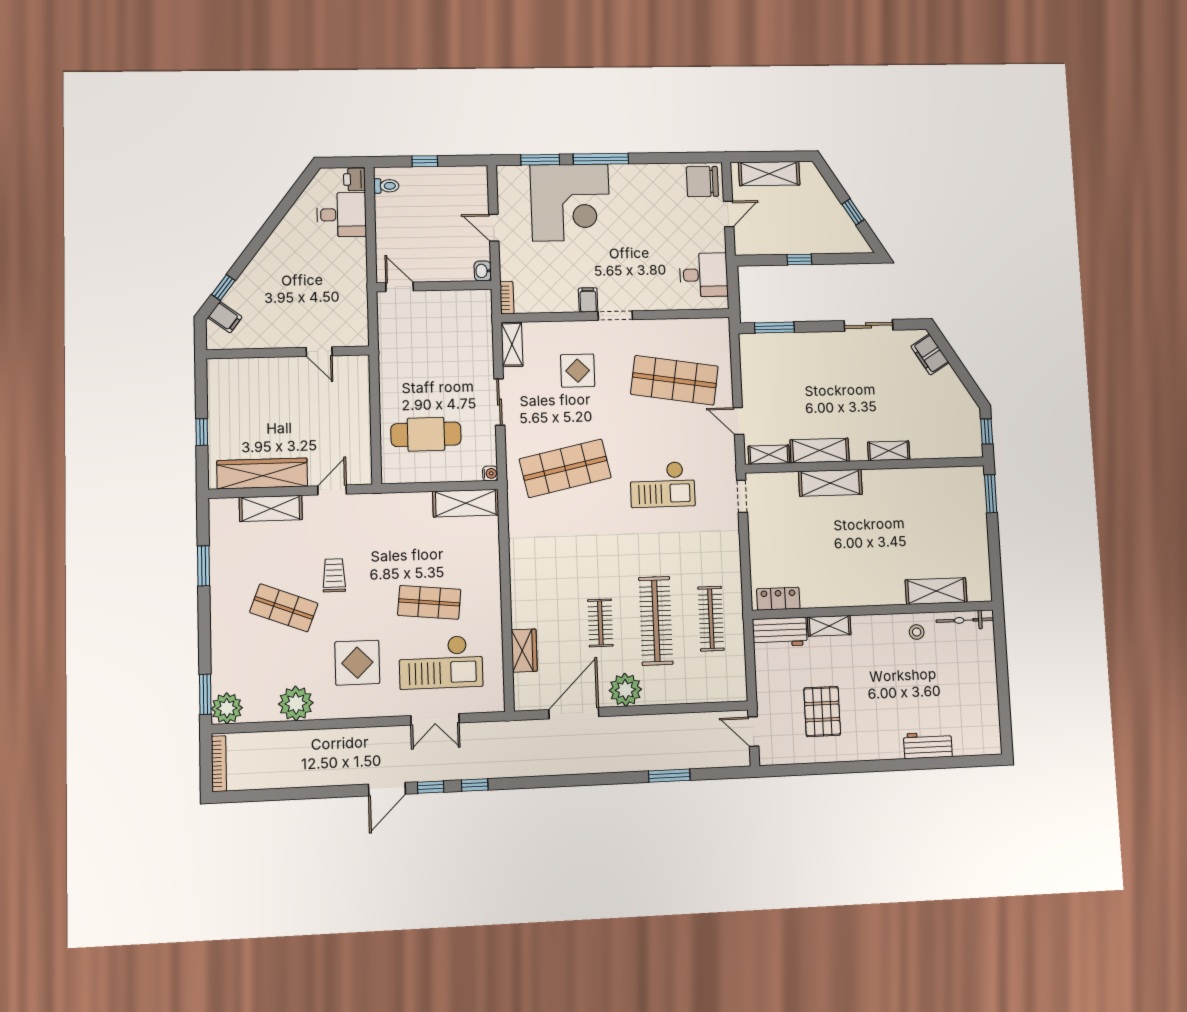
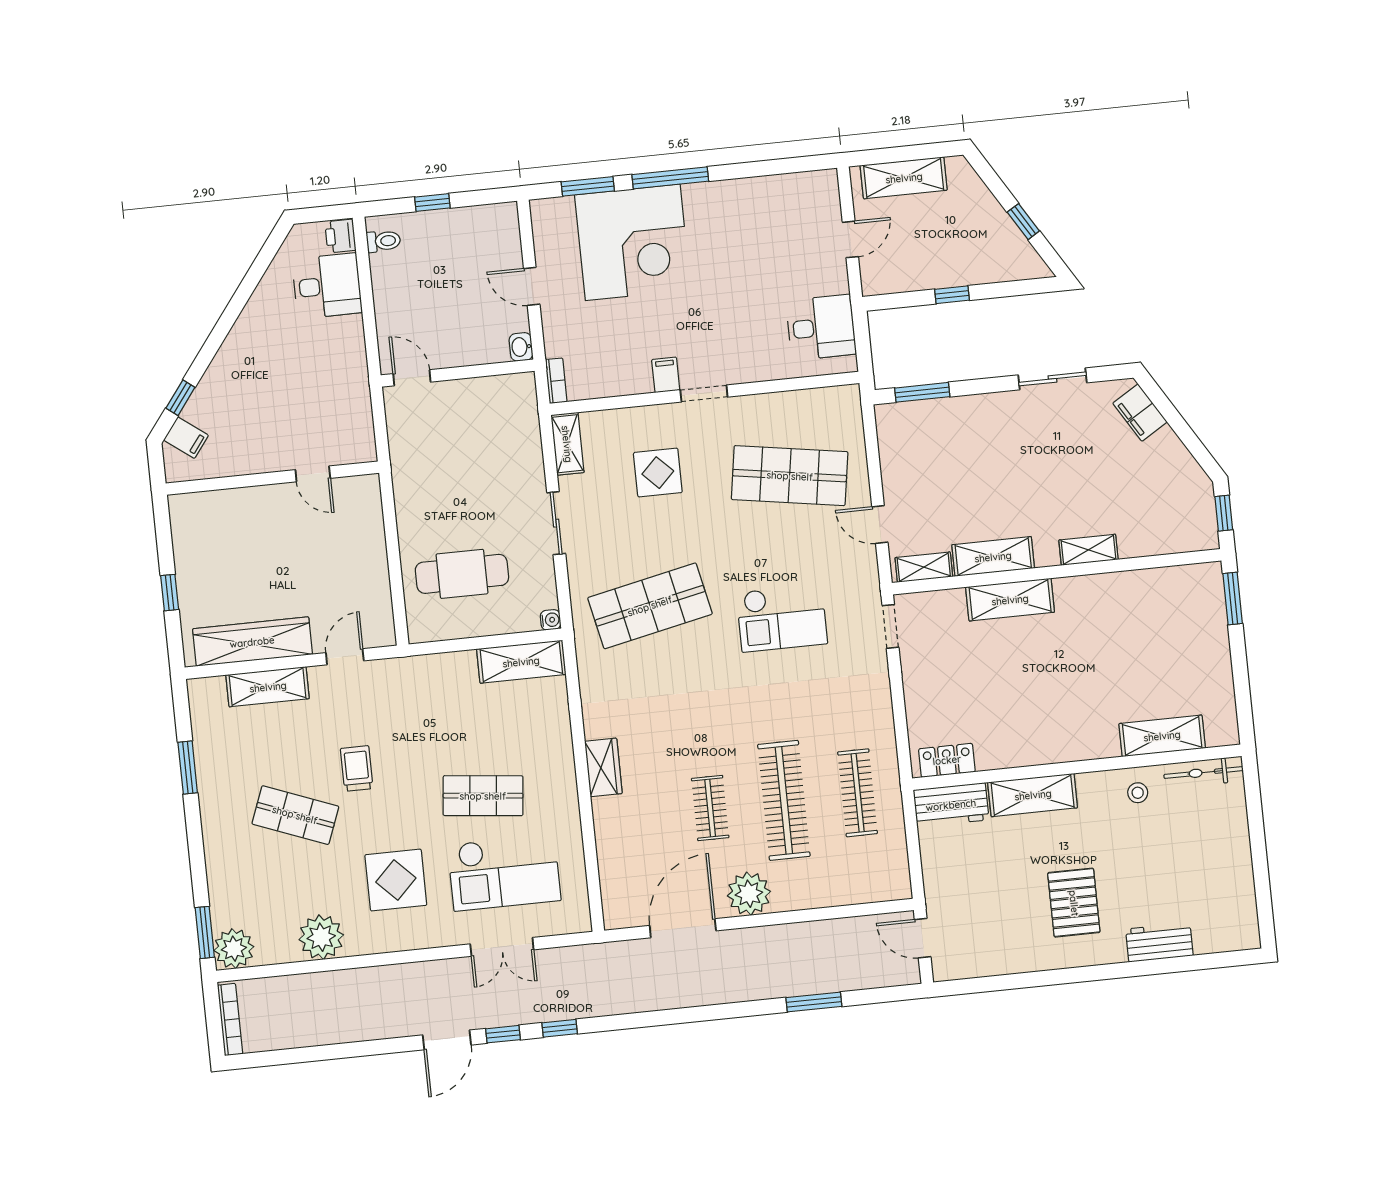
chair: (702, 182) -> (812, 197), removed
shelving: (829, 626) -> (1033, 795), width x1.50, depth x1.33
wardrobe: (524, 651) -> (603, 767), moved
pallet: (822, 712) -> (1074, 903), moved

